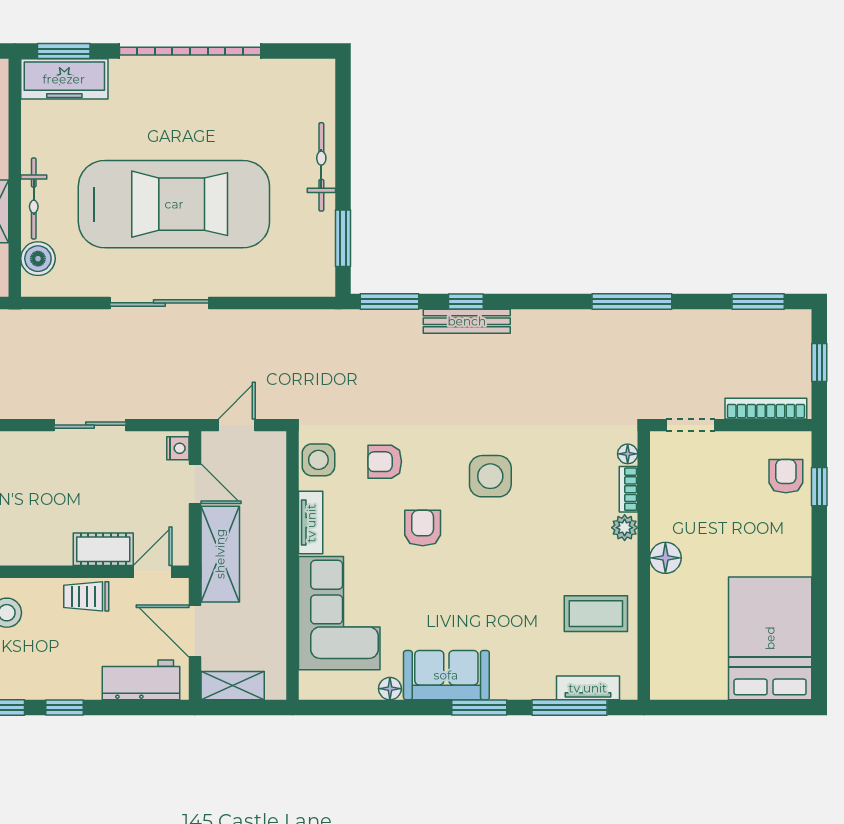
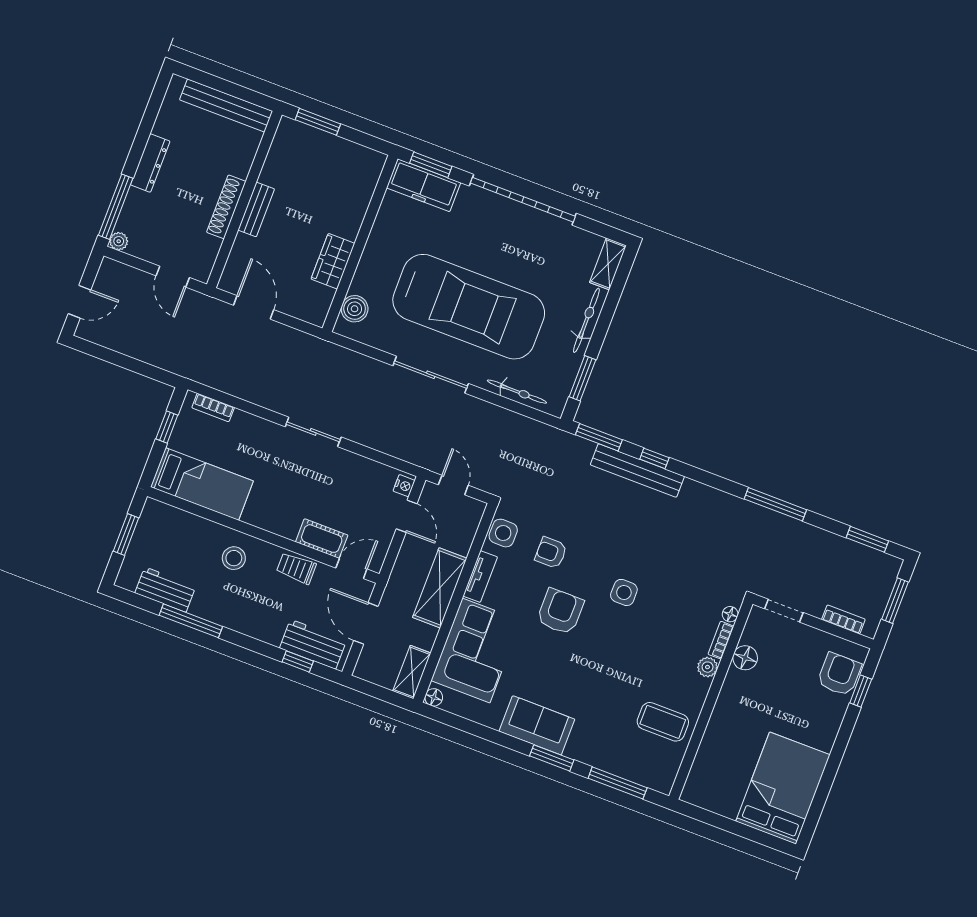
shelving: (322, 89) -> (608, 264), added
bicycle: (34, 199) -> (517, 392), moved, turned -90
bench: (467, 321) -> (637, 471), width x1.37, depth x1.21
window: (819, 363) -> (895, 601), width x1.50
bookcase: (766, 409) -> (843, 619), width x0.64
sliding door: (90, 425) -> (313, 432), moved
door: (237, 425) -> (453, 485), hinge flipped
side table: (490, 476) -> (624, 592), width x0.73, depth x0.73
armchair: (786, 476) -> (839, 674), width x1.38, depth x1.38
armchair: (423, 528) -> (560, 611), width x1.38, depth x1.38
shelving: (220, 554) -> (440, 588), moved
floor lamp: (665, 558) -> (745, 658), moved
shelving: (233, 686) -> (412, 672), moved, turned 90
tv unit: (588, 688) -> (637, 774), removed
floor lamp: (390, 689) -> (434, 697), moved
window: (64, 708) -> (298, 661), moved

